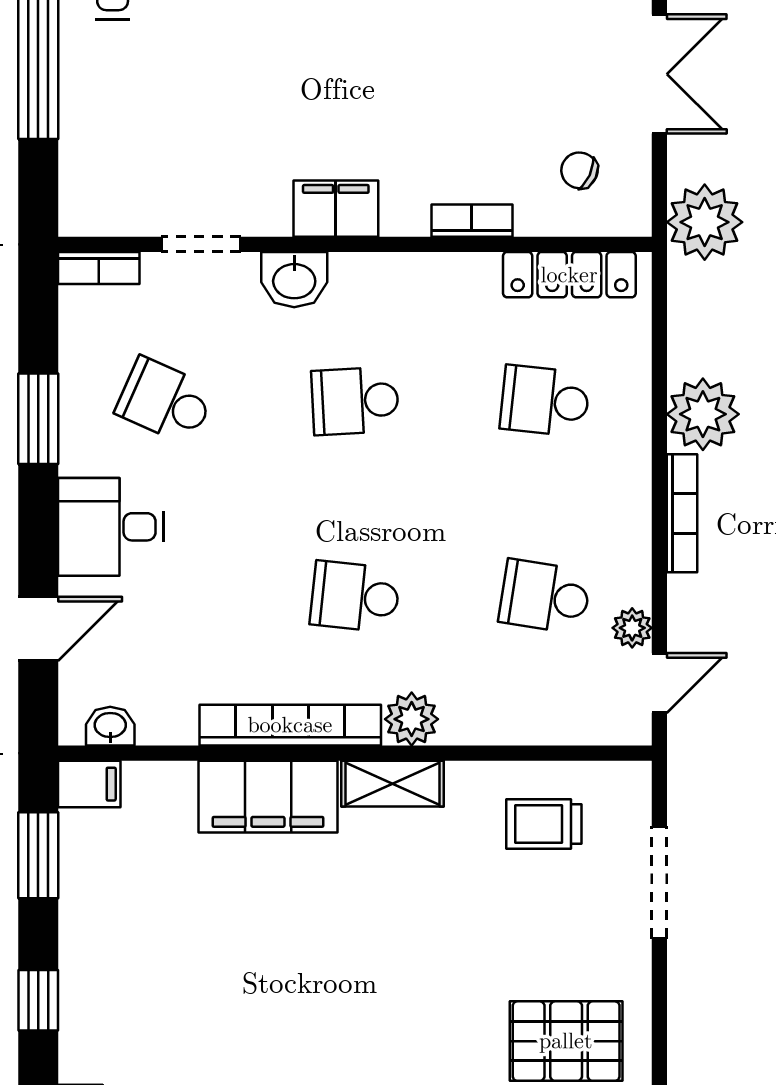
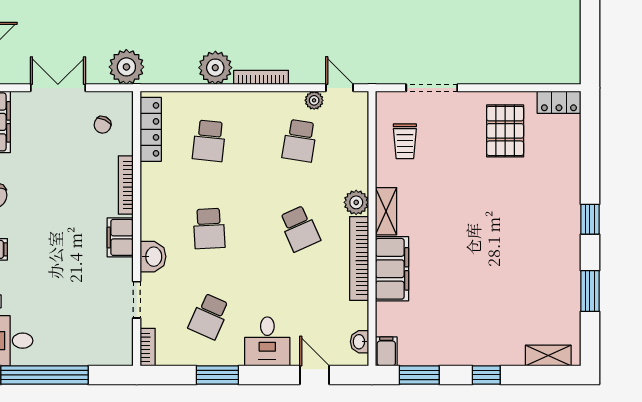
bookcase: (472, 221) -> (126, 185), width x1.56
school desk: (355, 597) -> (300, 229), turned -30

